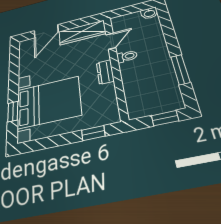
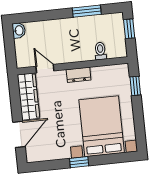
door: (46, 31) -> (19, 134), hinge flipped
toilet: (127, 56) -> (100, 51), moved
window: (13, 112) -> (79, 162), moved

